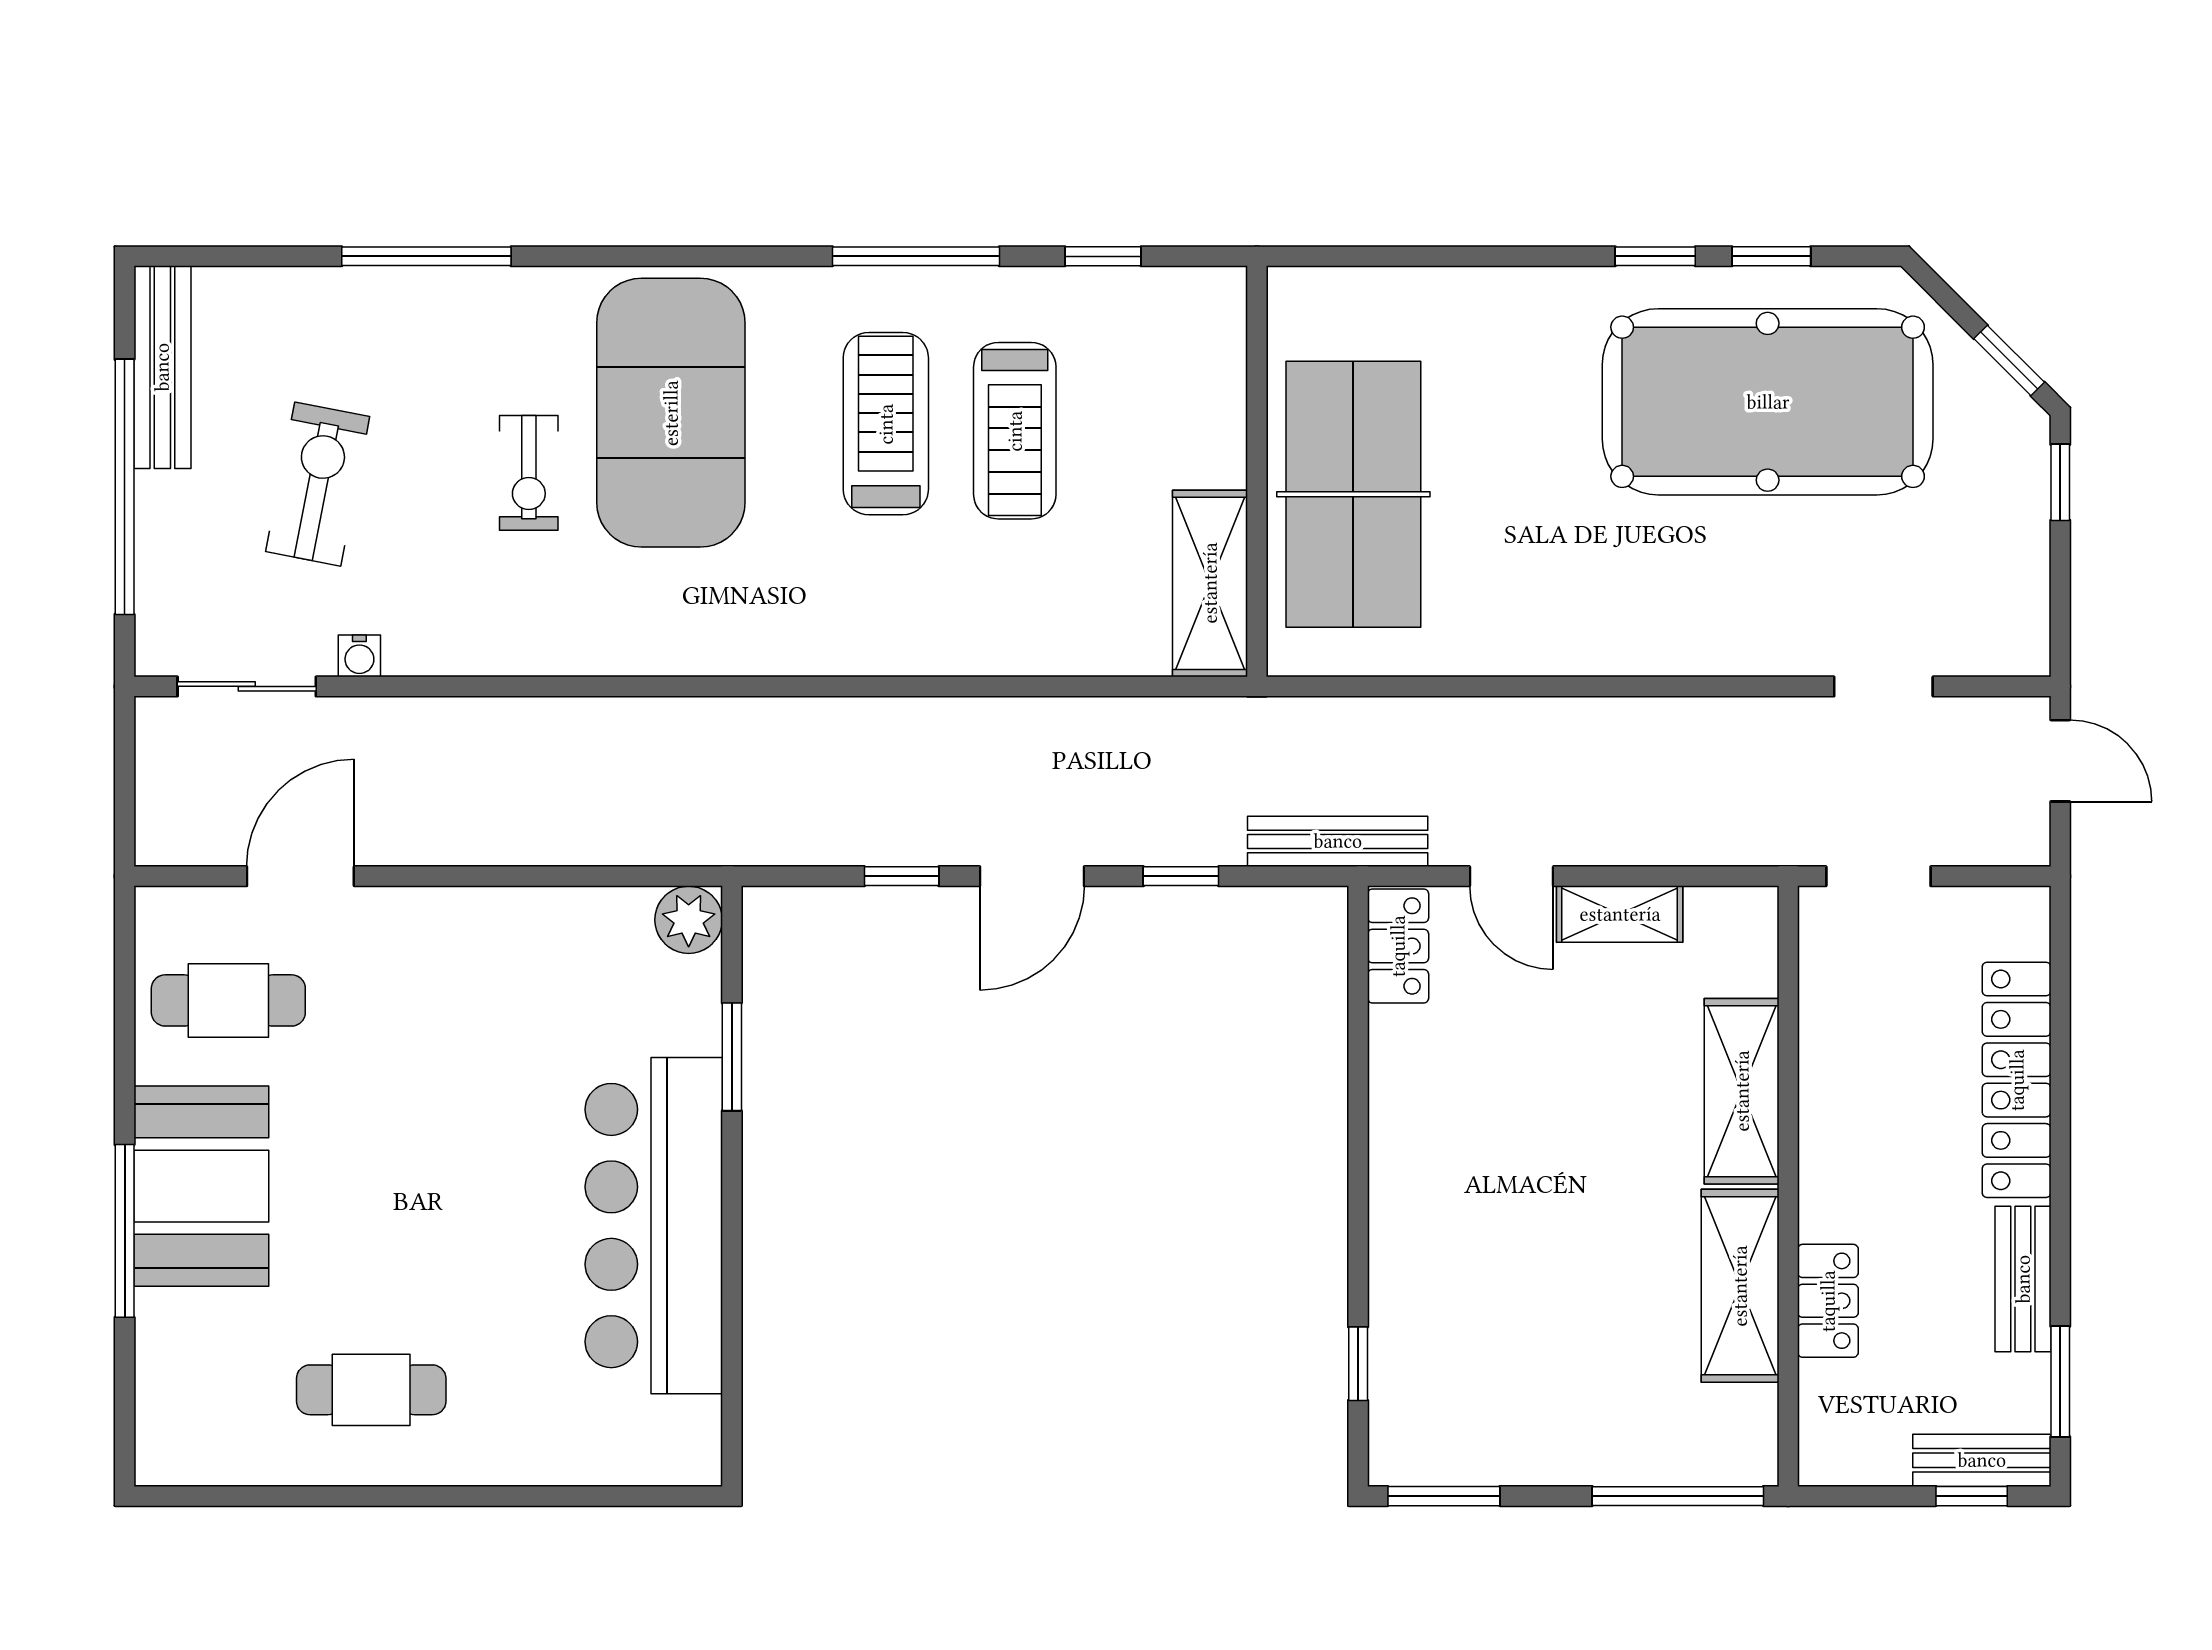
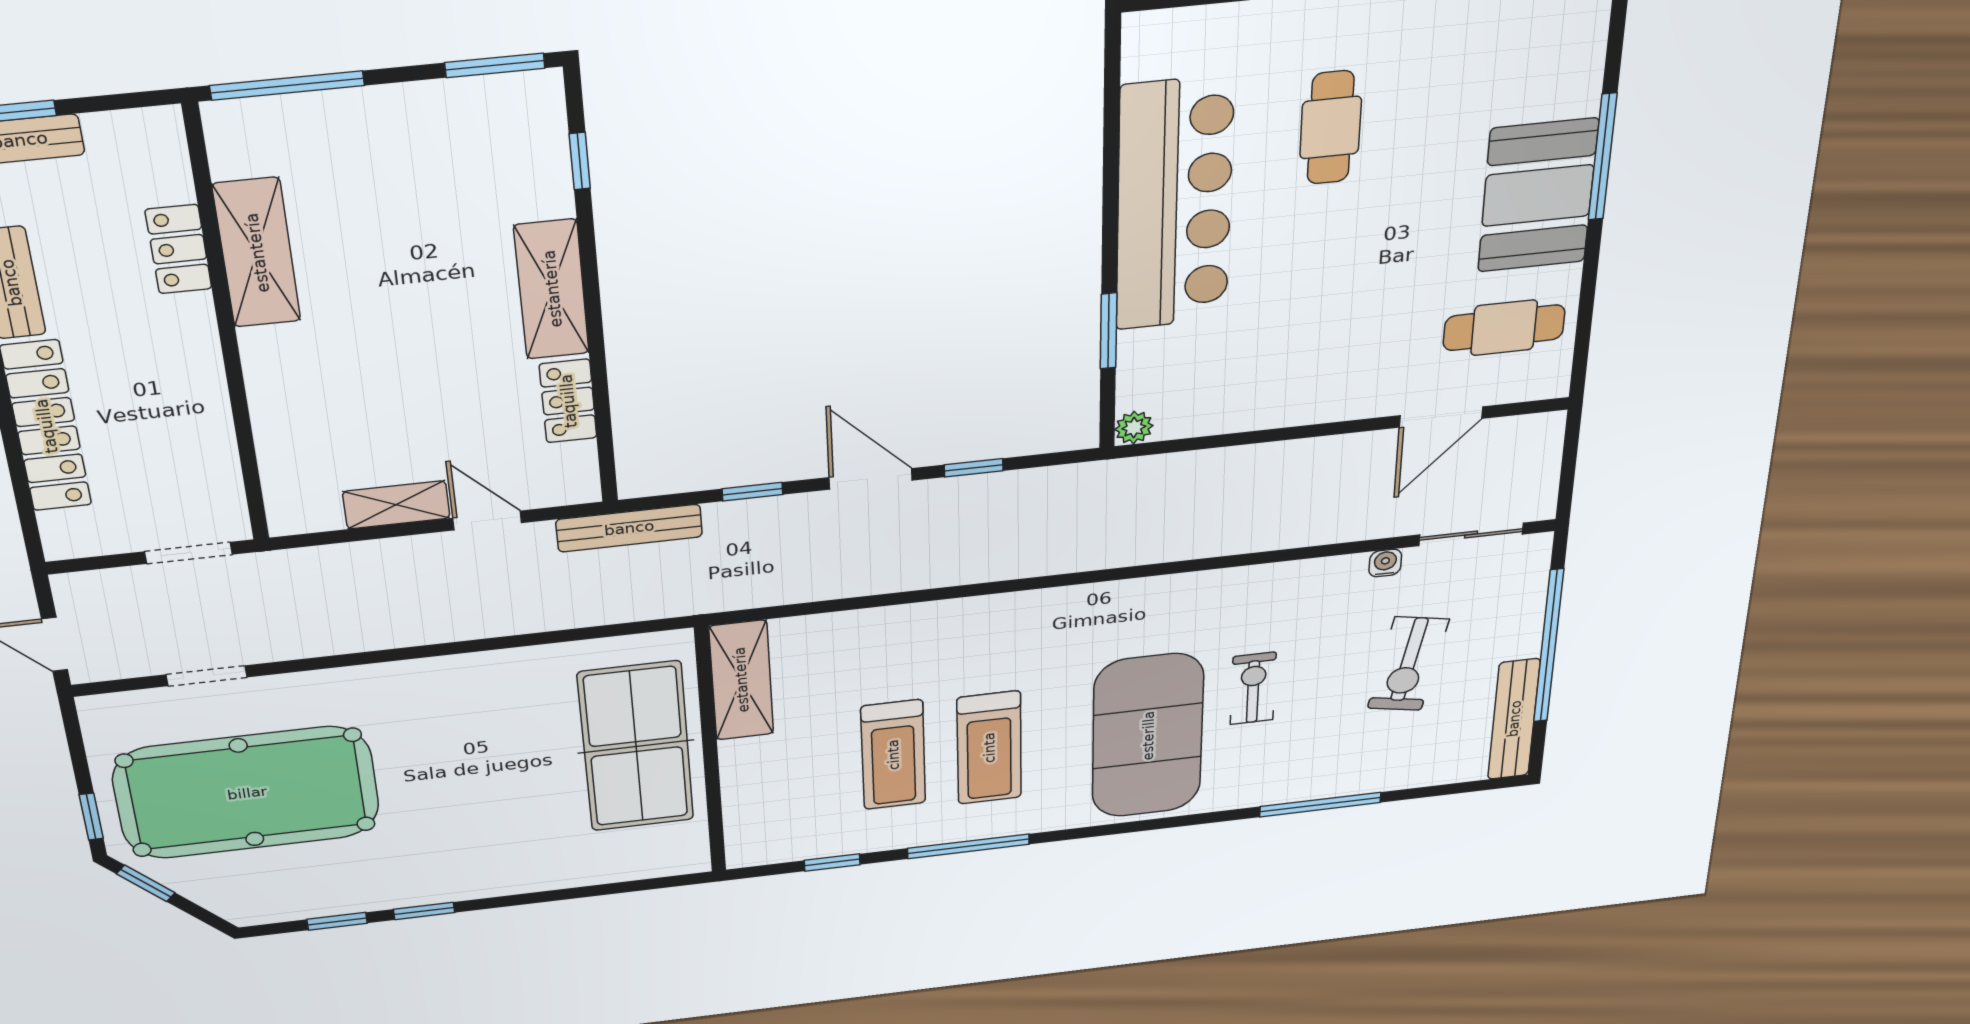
pool table: (1768, 402) -> (247, 793), moved
treadmill: (1015, 431) -> (893, 755), turned 180
door: (1032, 876) -> (871, 479), hinge flipped
plant: (689, 920) -> (1134, 428), width x0.73, depth x0.73
locker: (1398, 946) -> (568, 401), moved
shelving: (1742, 1091) -> (552, 289), moved
cafe table: (371, 1390) -> (1331, 128), moved, turned 90

